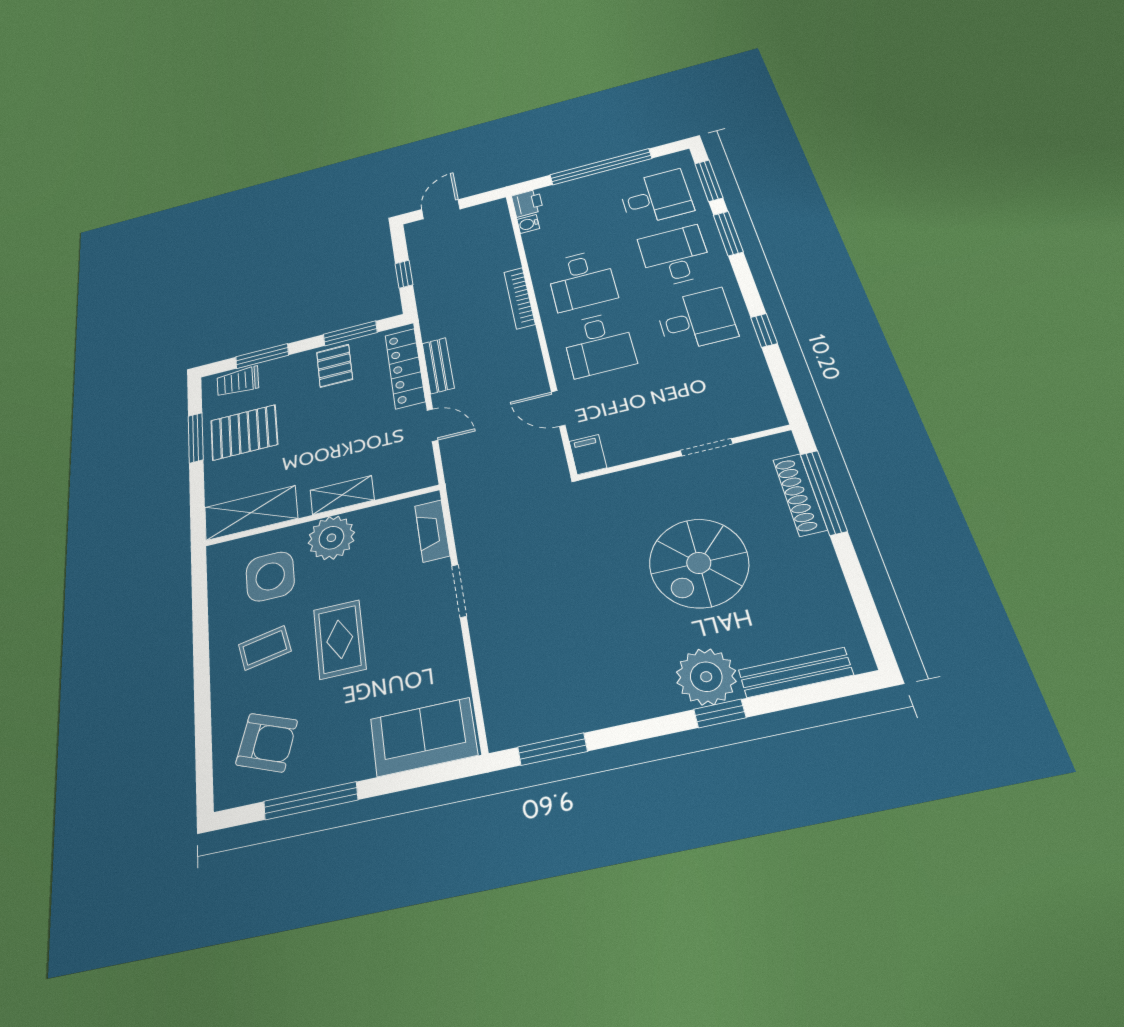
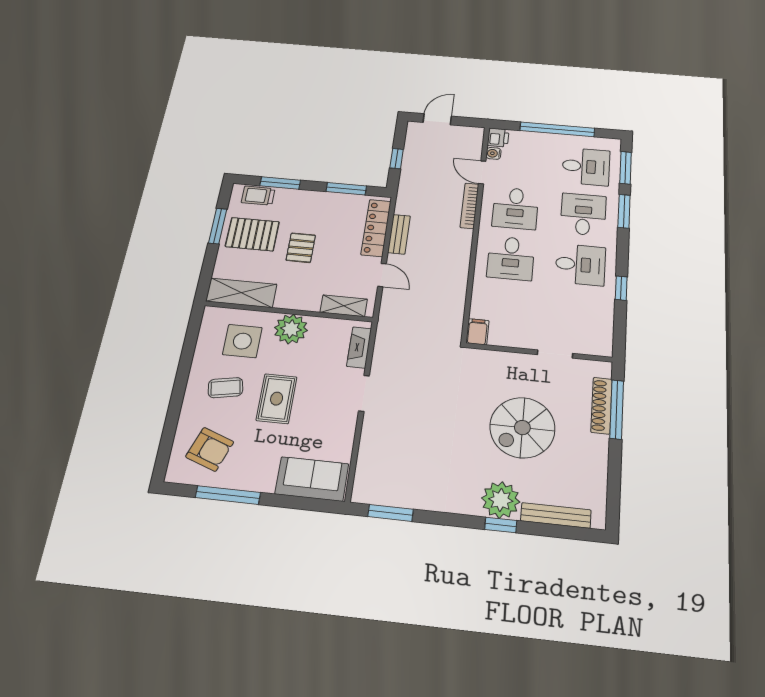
pallet: (335, 366) -> (301, 248), moved
door: (558, 408) -> (482, 172), moved
shelving: (342, 495) -> (344, 306), moved

